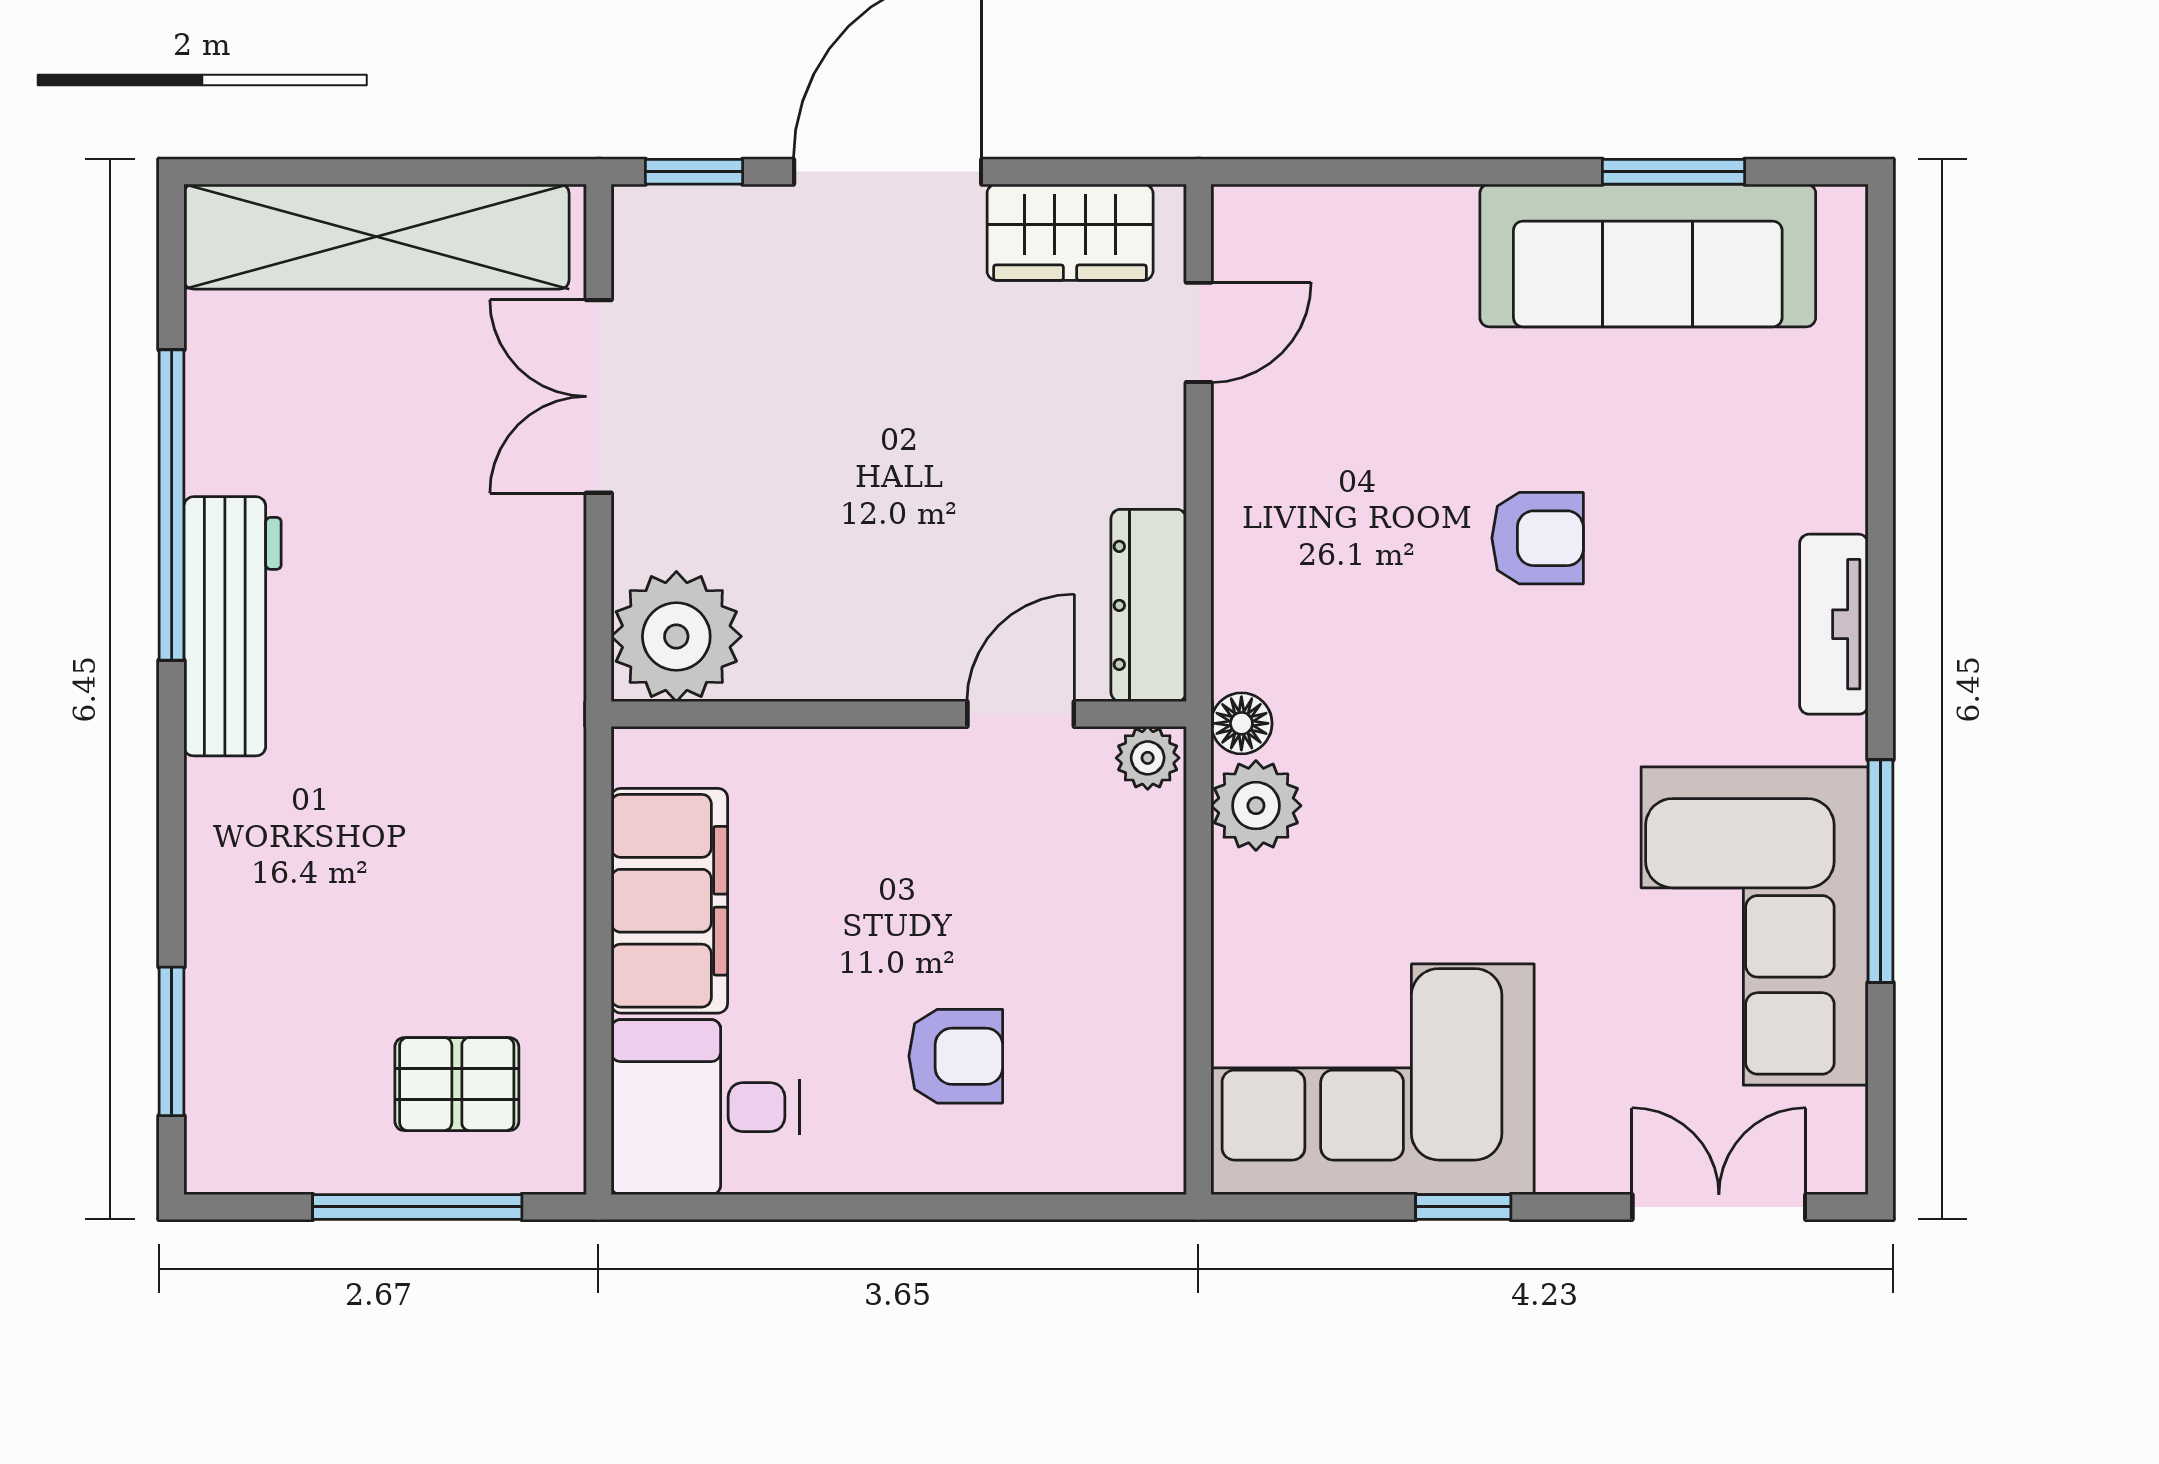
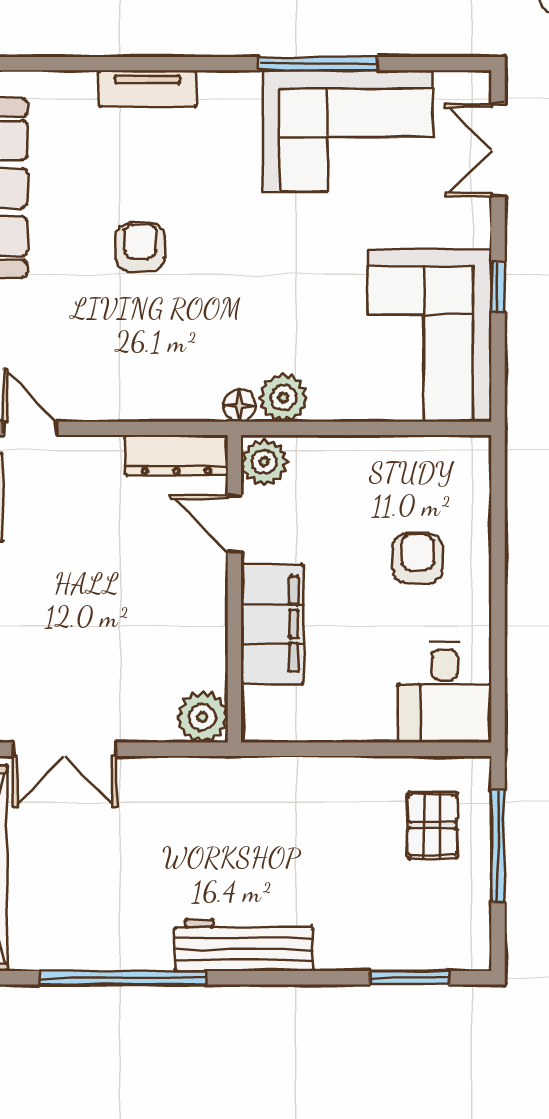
tv unit: (1834, 624) -> (147, 89), moved
workbench: (233, 626) -> (244, 945), moved
plant: (676, 636) -> (202, 717), width x0.73, depth x0.73
plant: (1148, 758) -> (264, 462), width x1.38, depth x1.38
filing cabinet: (669, 901) -> (272, 624), moved, turned 90

